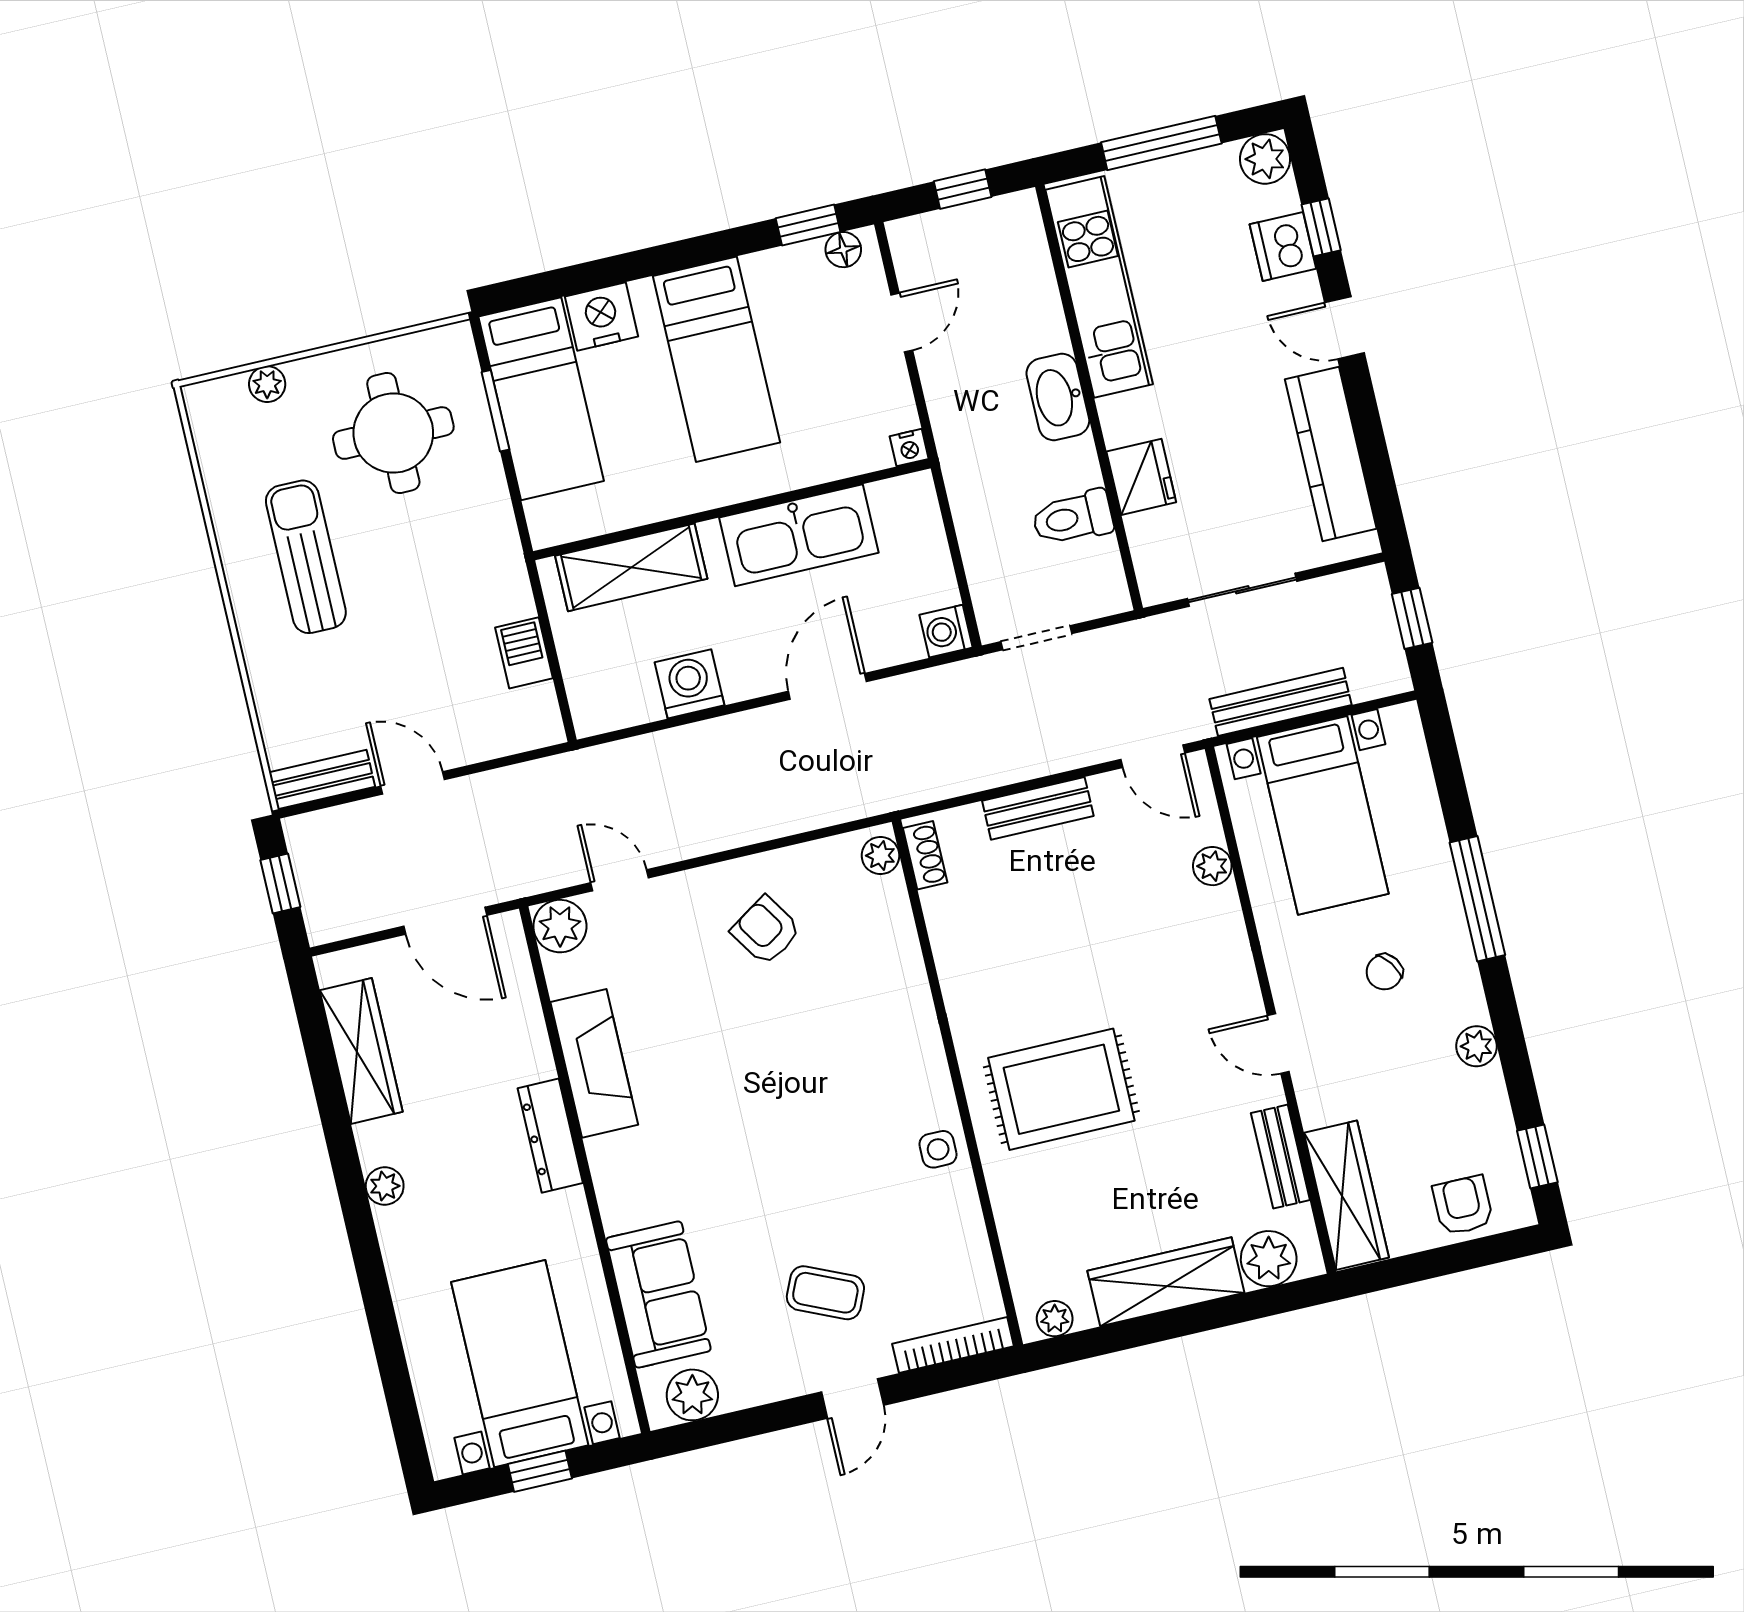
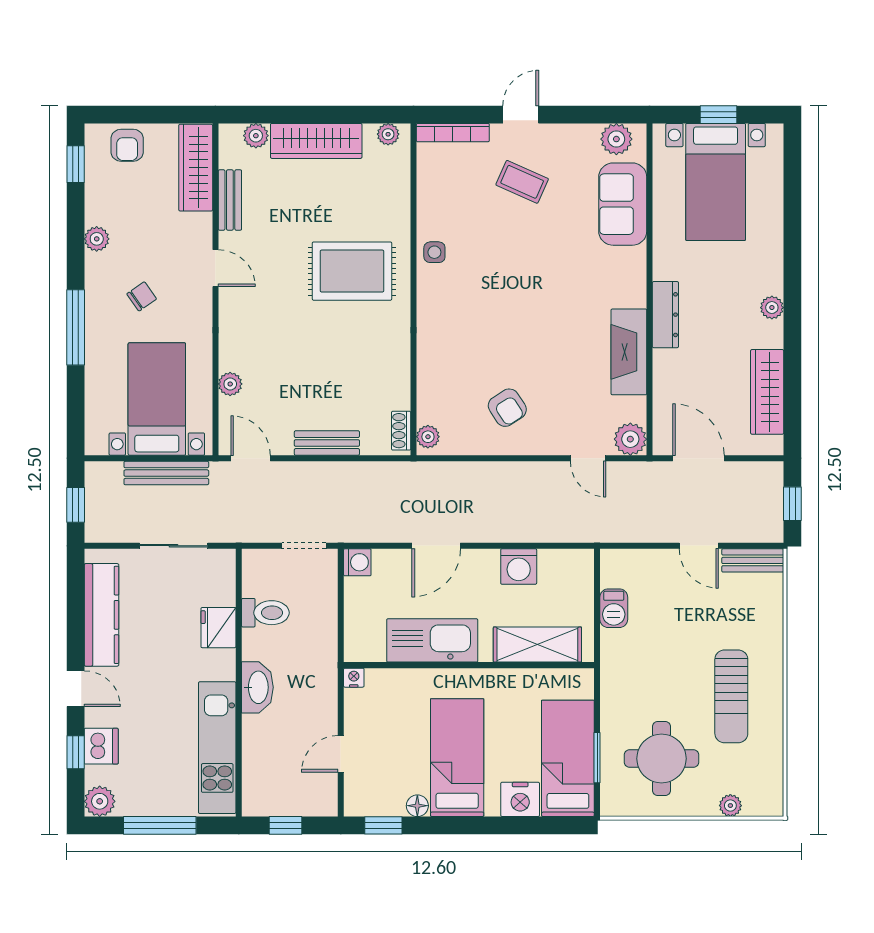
floor lamp: (843, 250) -> (417, 806), moved
plant: (1269, 1259) -> (256, 136), width x0.73, depth x0.73

